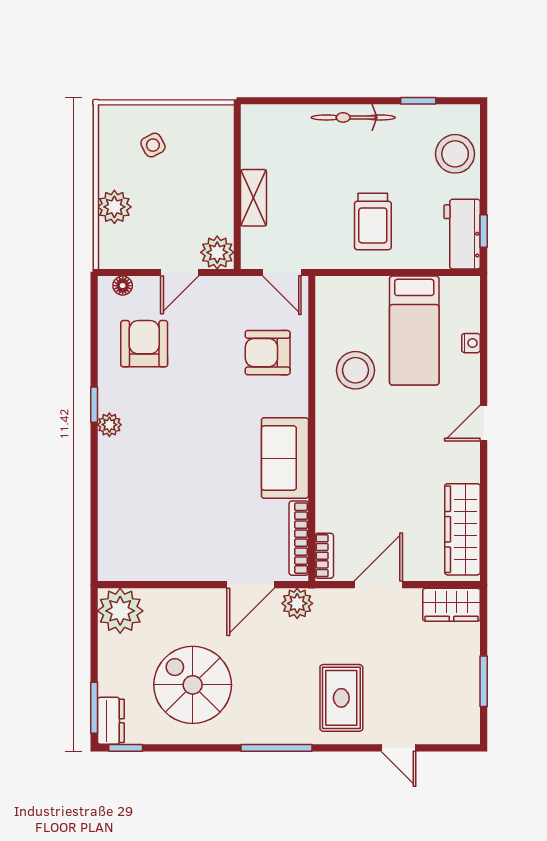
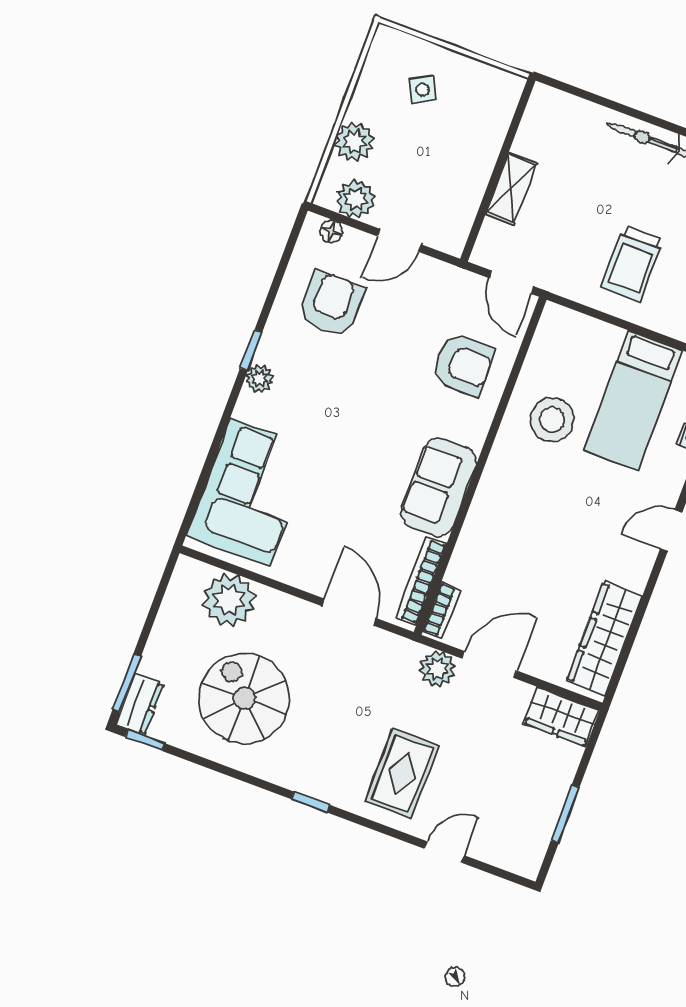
plant: (217, 252) -> (356, 199), moved
armchair: (268, 353) -> (463, 364), turned 180
corner sofa: (136, 519) -> (250, 493), added
door: (251, 585) -> (349, 612), swing flipped
plant: (297, 603) -> (437, 669), moved
plant: (120, 611) -> (229, 600), moved
window: (277, 748) -> (310, 802), width x0.46
door: (398, 748) -> (444, 852), swing flipped

